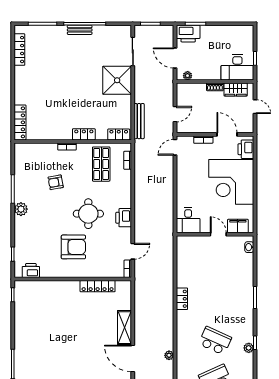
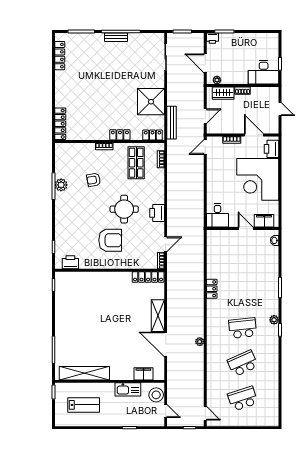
printer: (188, 34) -> (212, 38), width x0.53, depth x0.68
shower: (117, 80) -> (151, 102), moved
wardrobe: (236, 90) -> (223, 93), moved
plant: (21, 209) -> (61, 185), moved
locker: (98, 286) -> (148, 277), moved
school desk: (215, 341) -> (243, 328), turned -30
plant: (249, 348) -> (274, 320), moved

